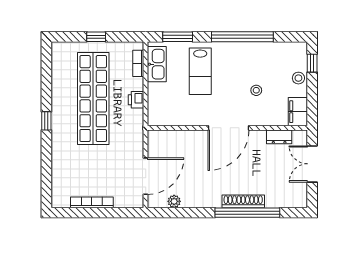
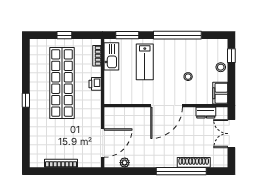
shoe rack: (243, 201) -> (194, 162), moved

